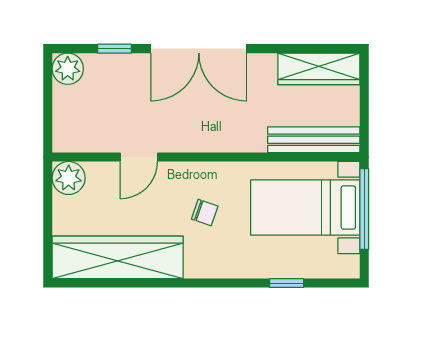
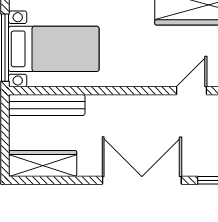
chair: (205, 213) -> (137, 45), removed

